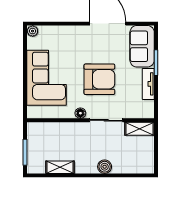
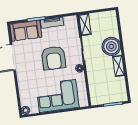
armchair: (99, 79) -> (54, 58), turned 180
shelving: (60, 167) -> (119, 66), moved
boiler: (105, 167) -> (111, 46), width x1.86, depth x1.86

